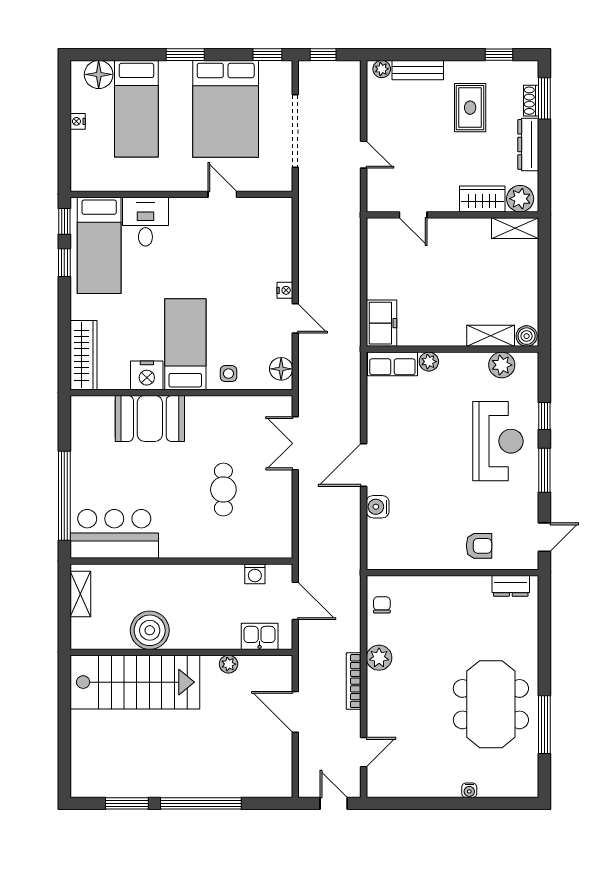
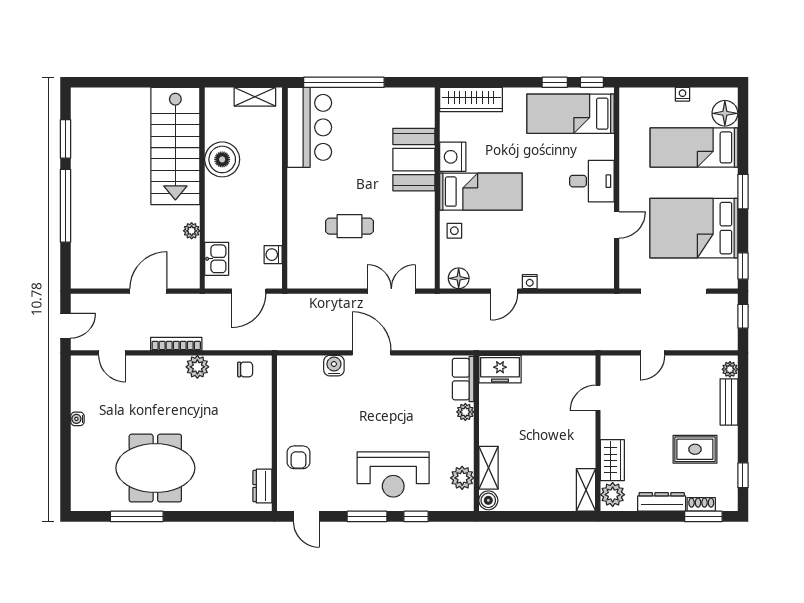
desk: (145, 222) -> (592, 181), moved
water cooler: (469, 790) -> (77, 419), moved

